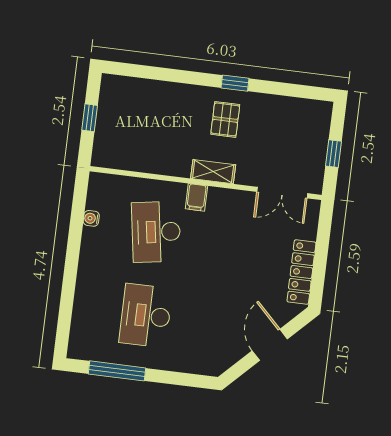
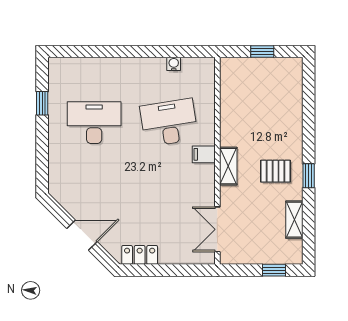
shelving: (282, 105) -> (294, 220), added
window: (334, 154) -> (274, 270), moved
locker: (301, 272) -> (140, 255), width x0.66
window: (117, 371) -> (42, 103), width x0.46

